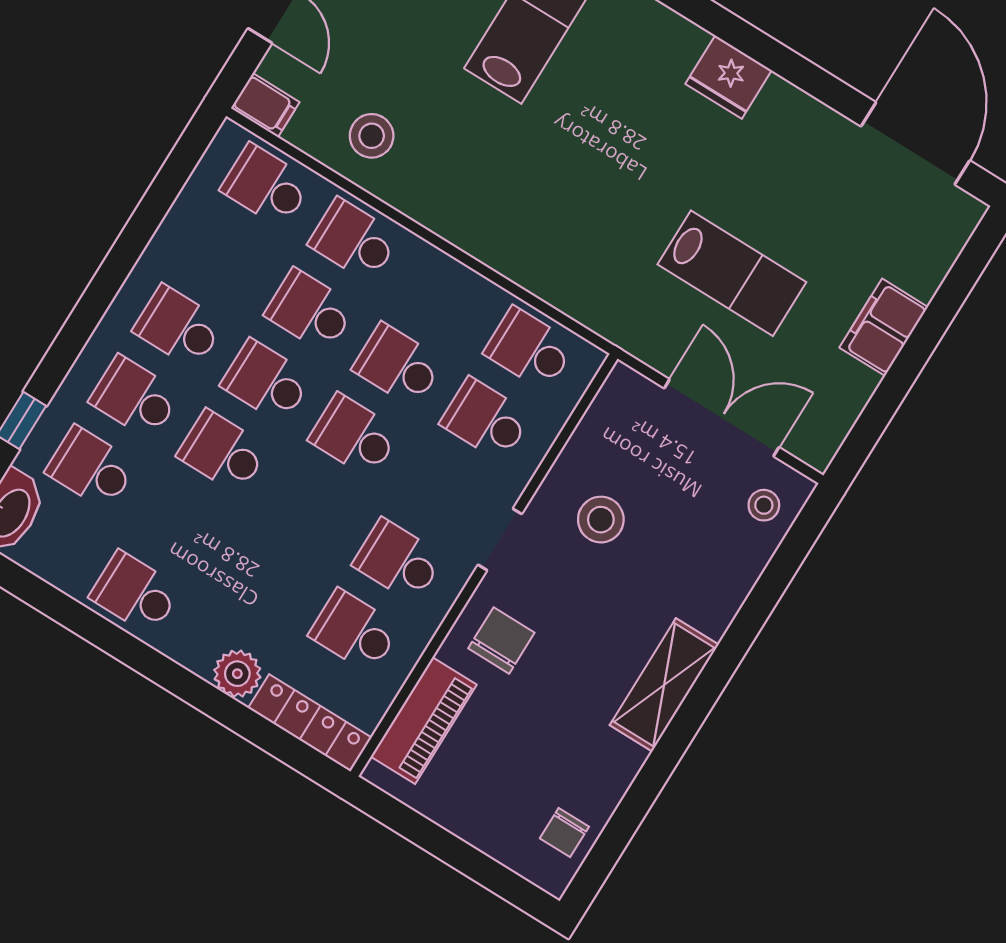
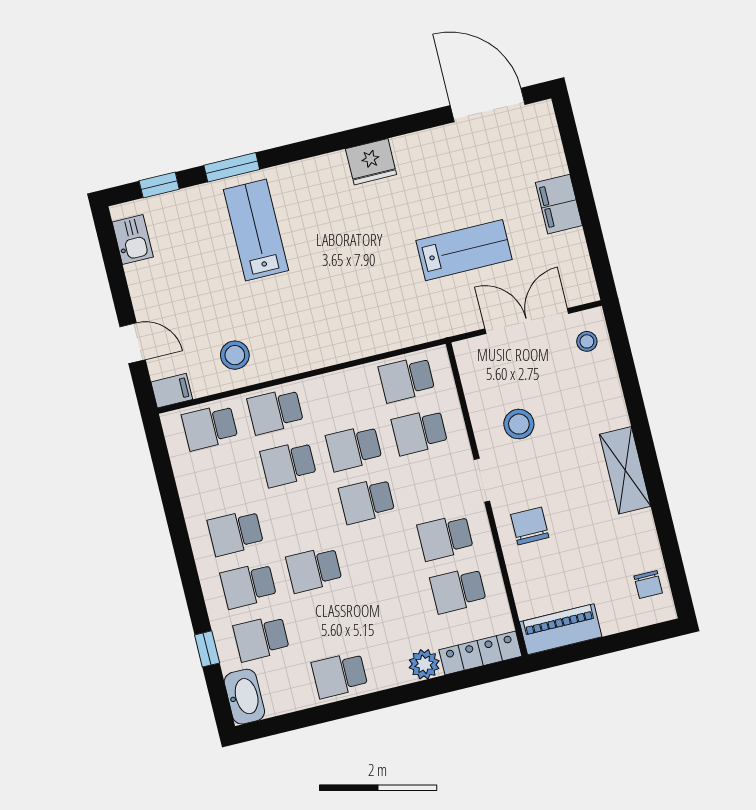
school desk: (266, 381) -> (301, 517), removed
piano: (424, 721) -> (561, 629), moved, turned -90

